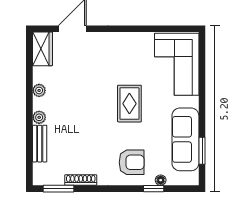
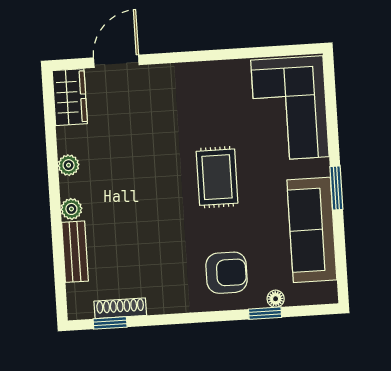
window: (202, 151) -> (336, 188), moved
shoe rack: (81, 180) -> (120, 308), moved
window: (58, 189) -> (110, 323), width x0.67

